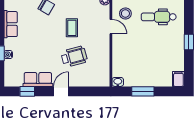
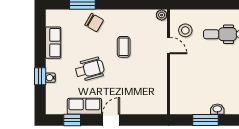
wheelchair: (74, 57) -> (90, 69), moved
washbasin: (118, 82) -> (217, 109), moved

